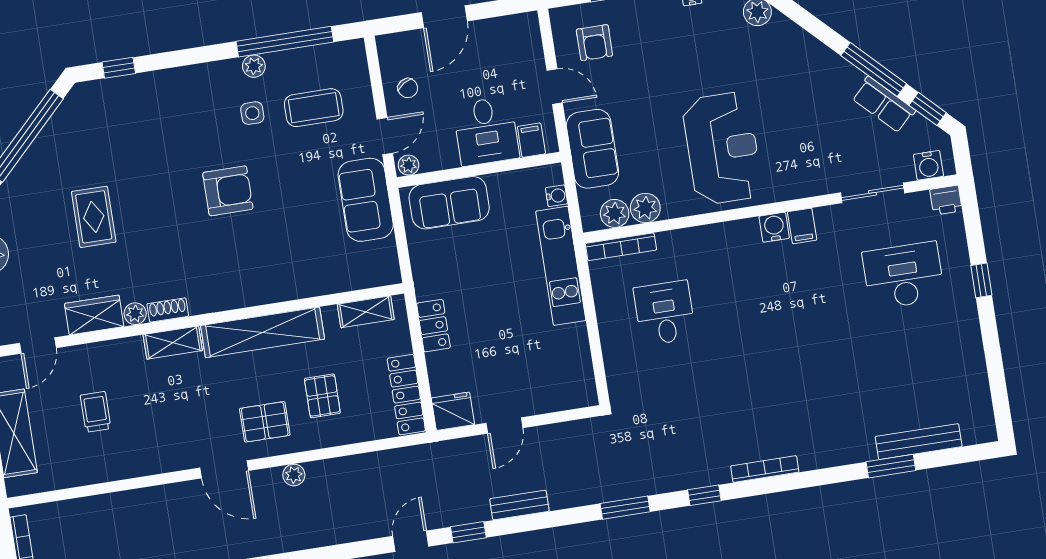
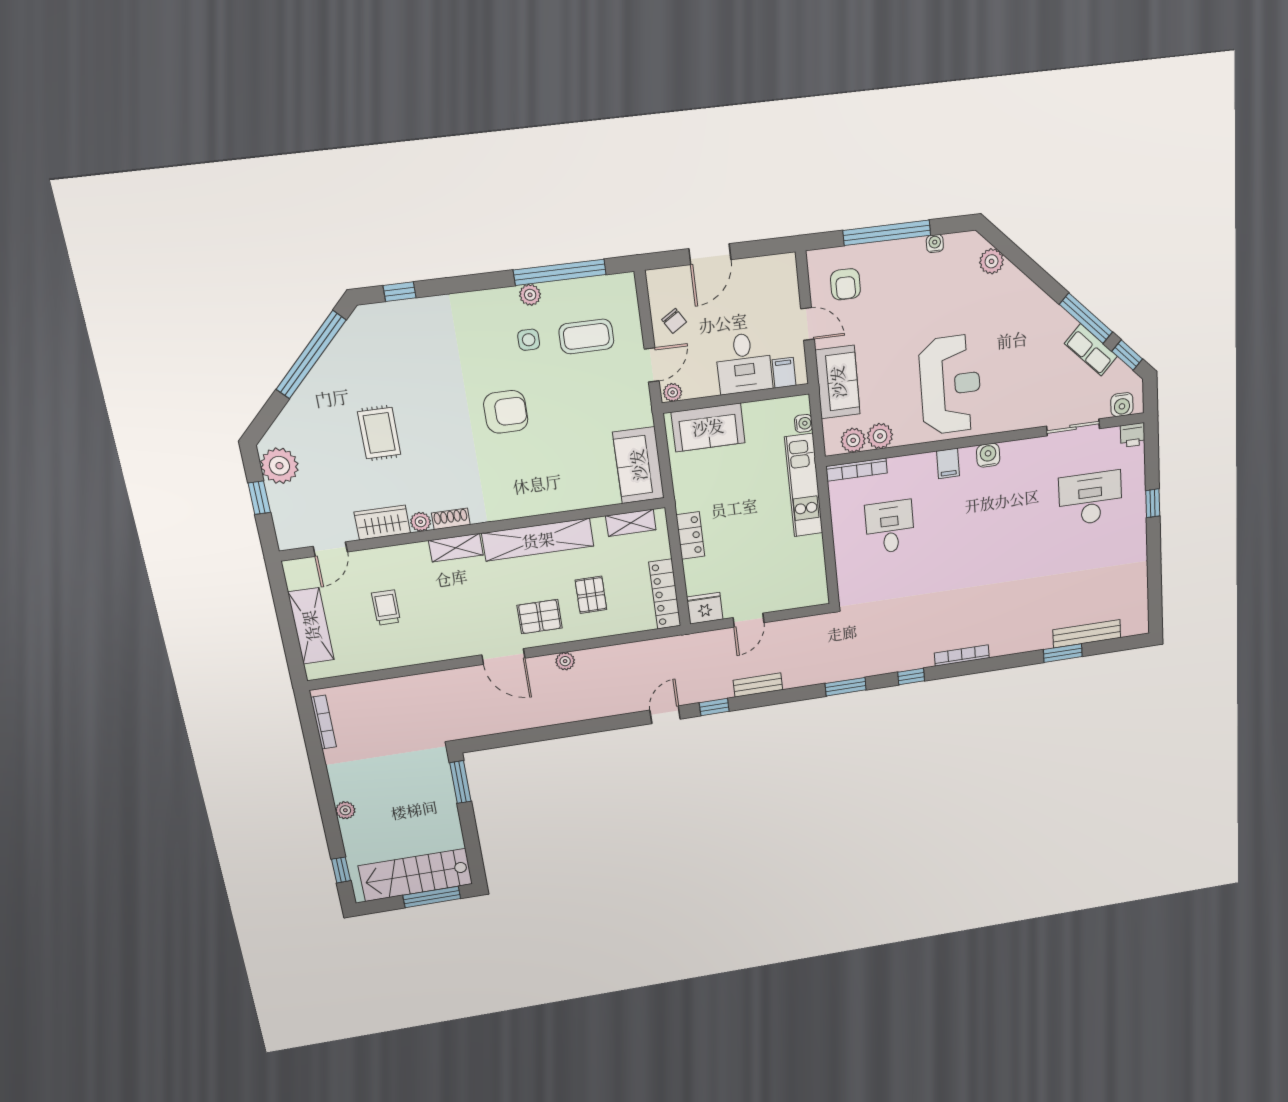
sofa: (366, 200) -> (638, 465), moved
filing cabinet: (802, 226) -> (948, 463), moved

